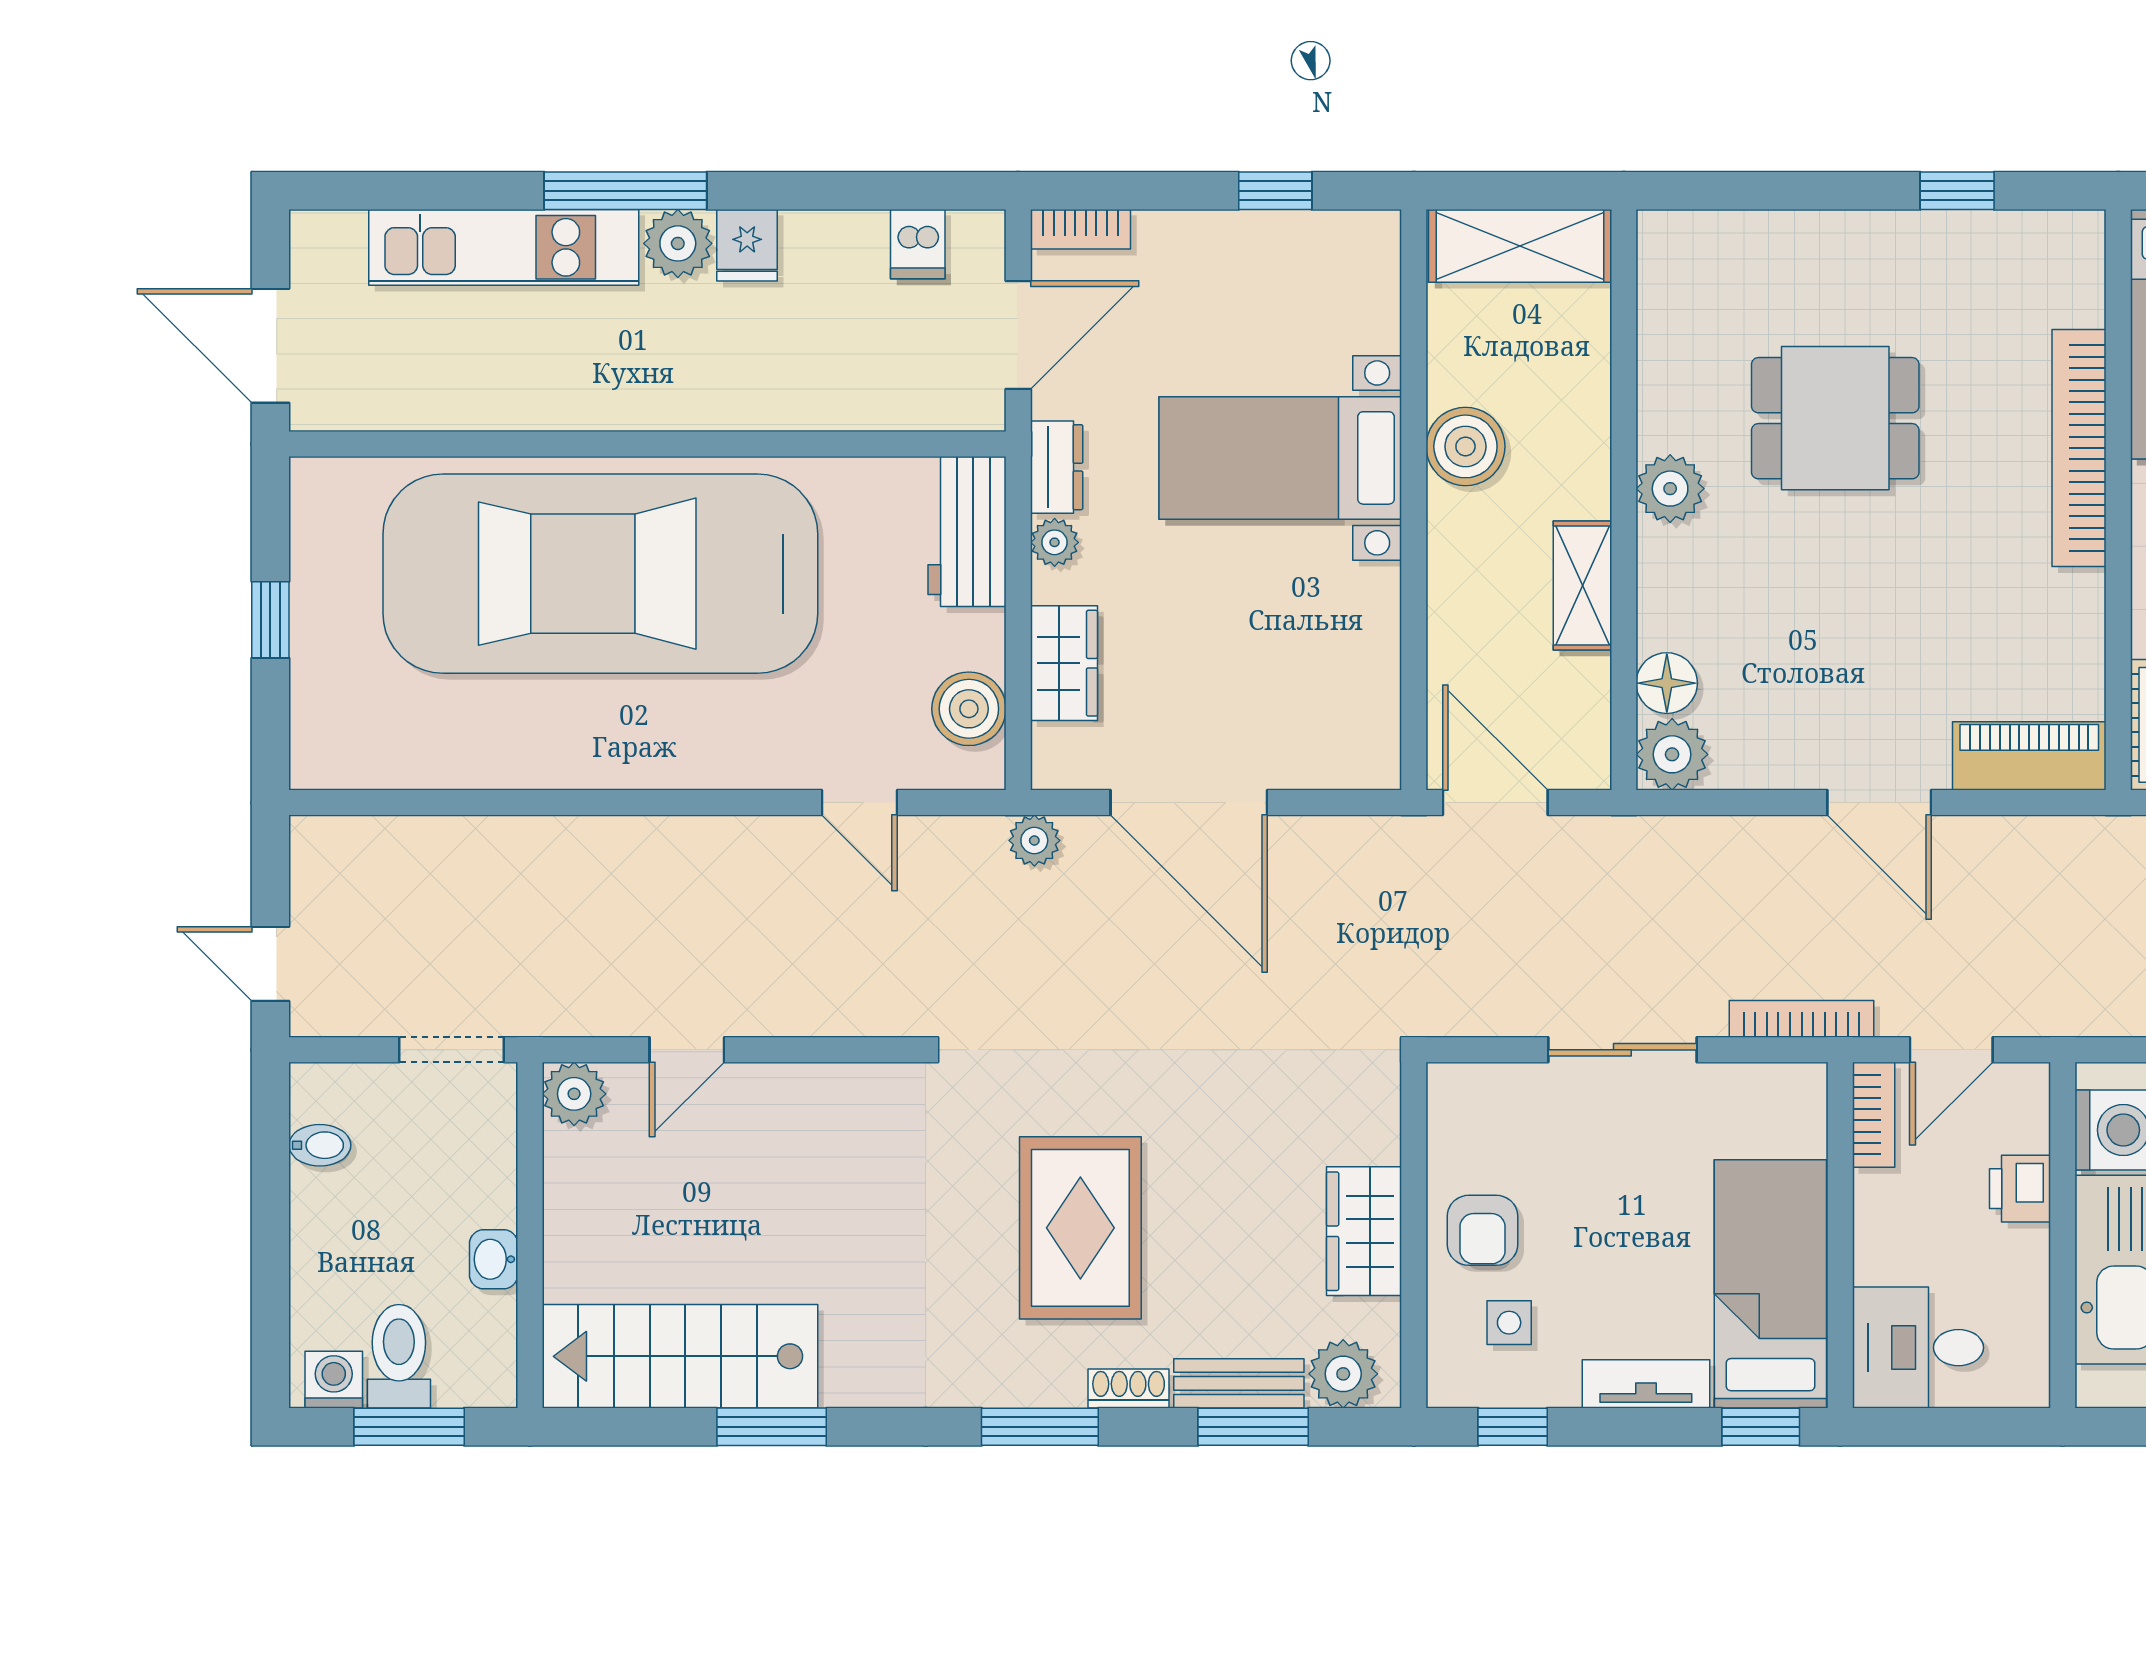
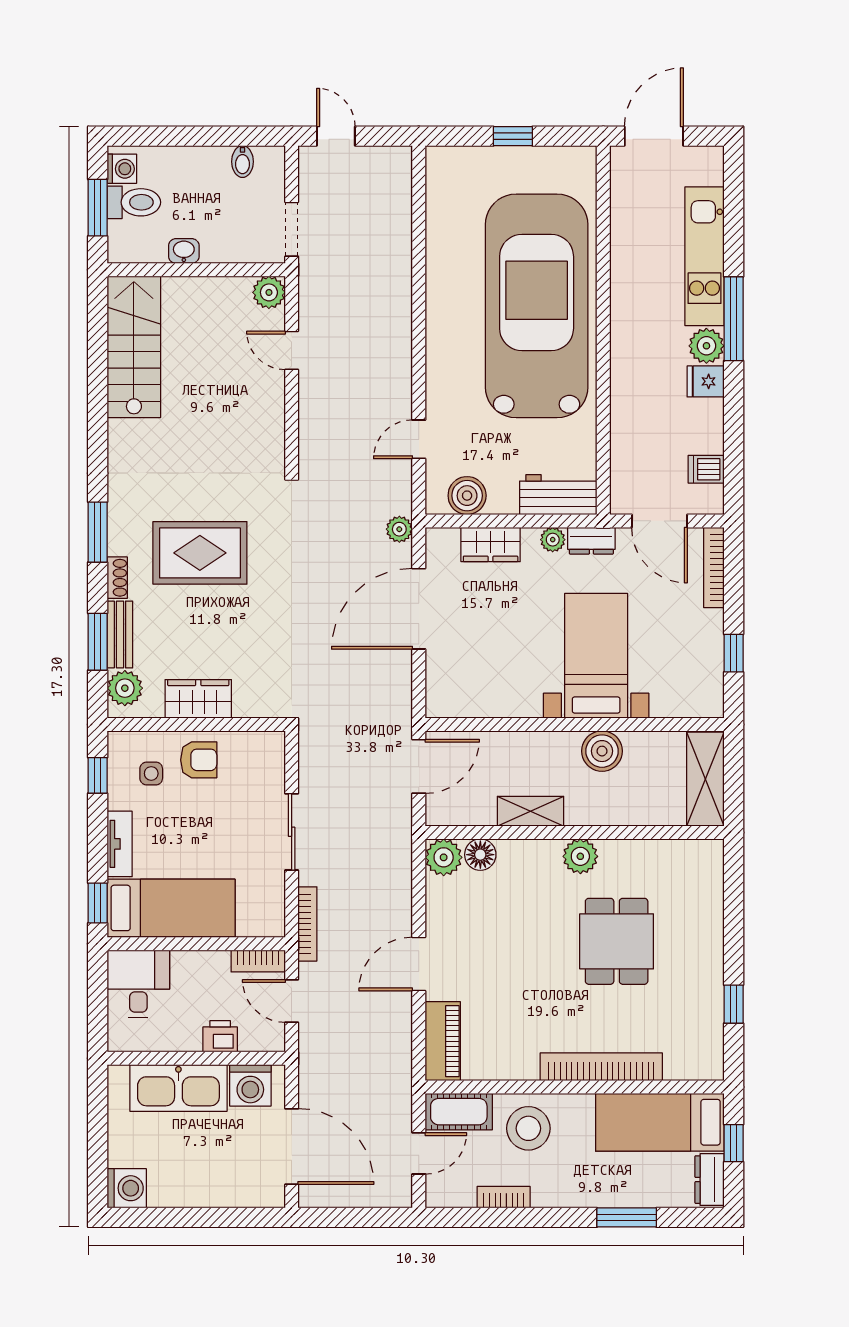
bookcase: (1080, 229) -> (714, 567), width x1.56
door: (270, 964) -> (336, 136), hinge flipped
armchair: (1483, 1230) -> (199, 760), turned 180
window: (772, 1427) -> (98, 394), removed

